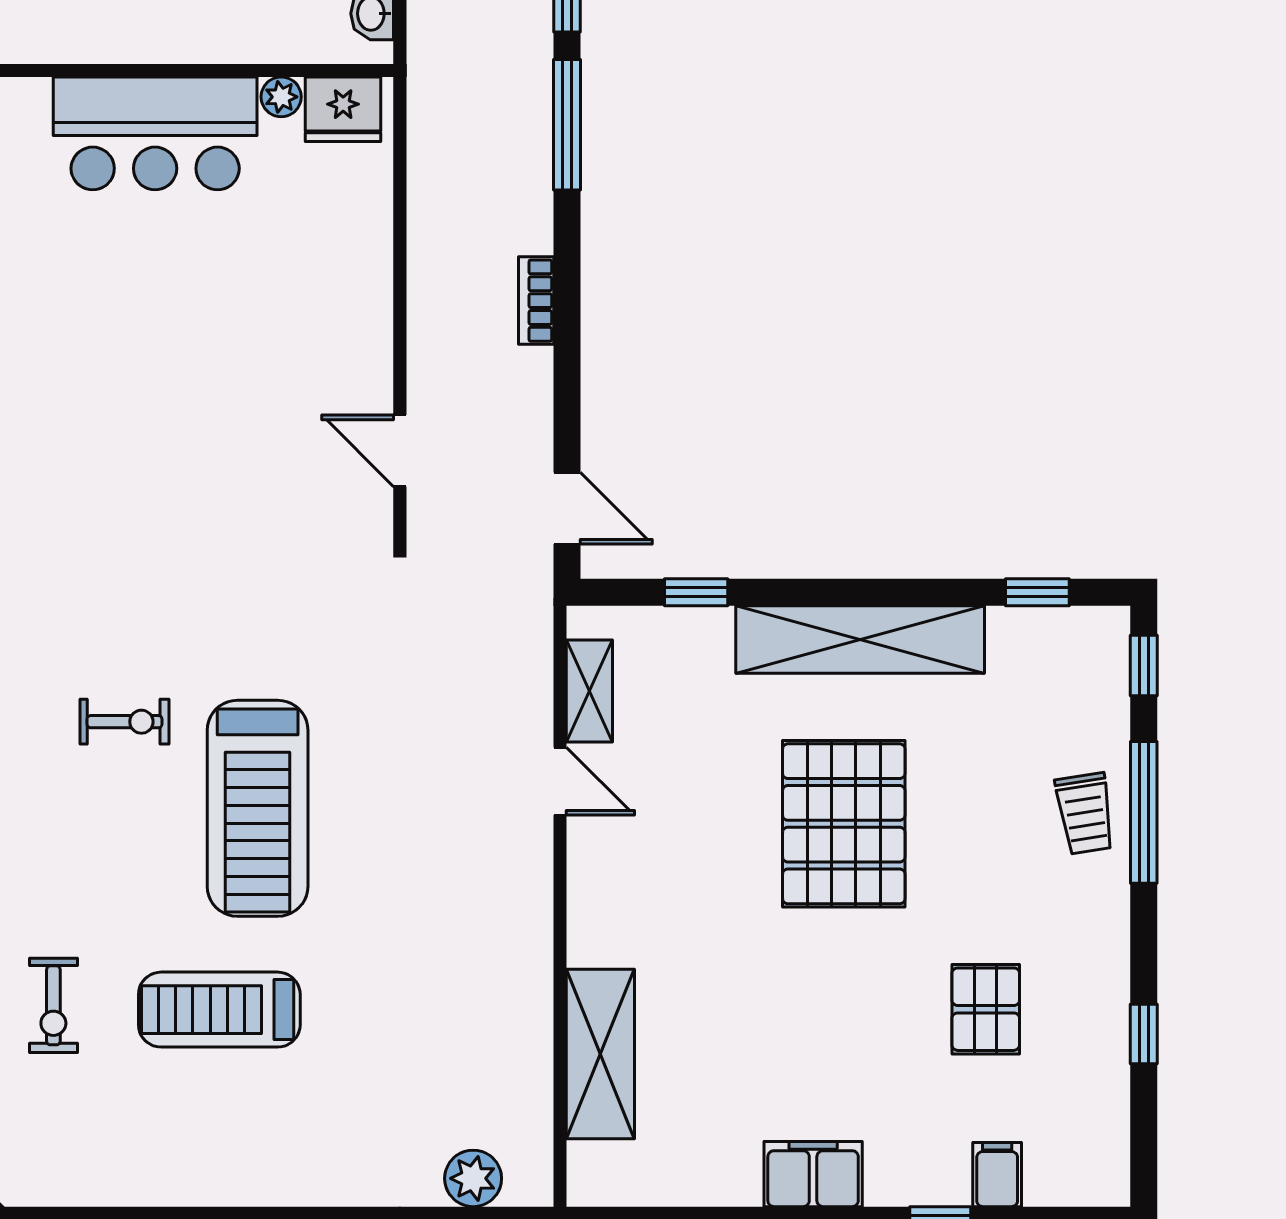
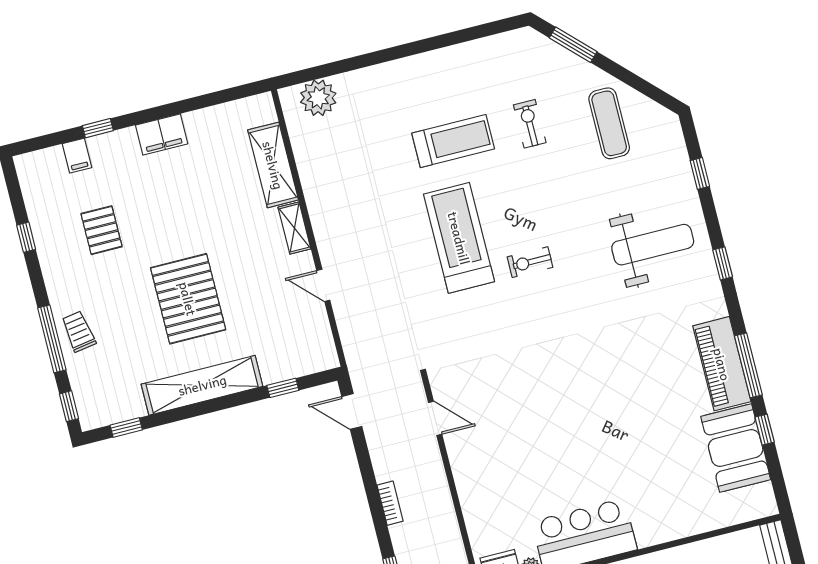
shelving: (589, 691) -> (294, 228), moved
plant: (473, 1178) -> (318, 98), width x1.36, depth x1.36

